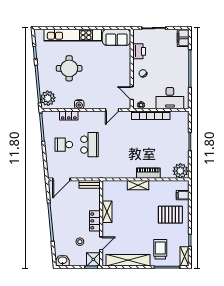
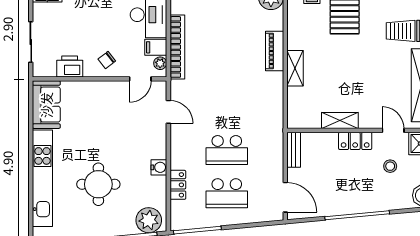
filing cabinet: (151, 102) -> (156, 47), added
school desk: (64, 145) -> (227, 193), width x1.85
school desk: (89, 145) -> (227, 150), turned 180

